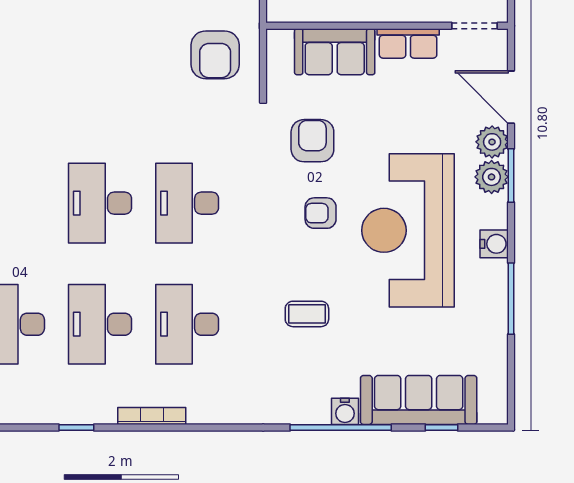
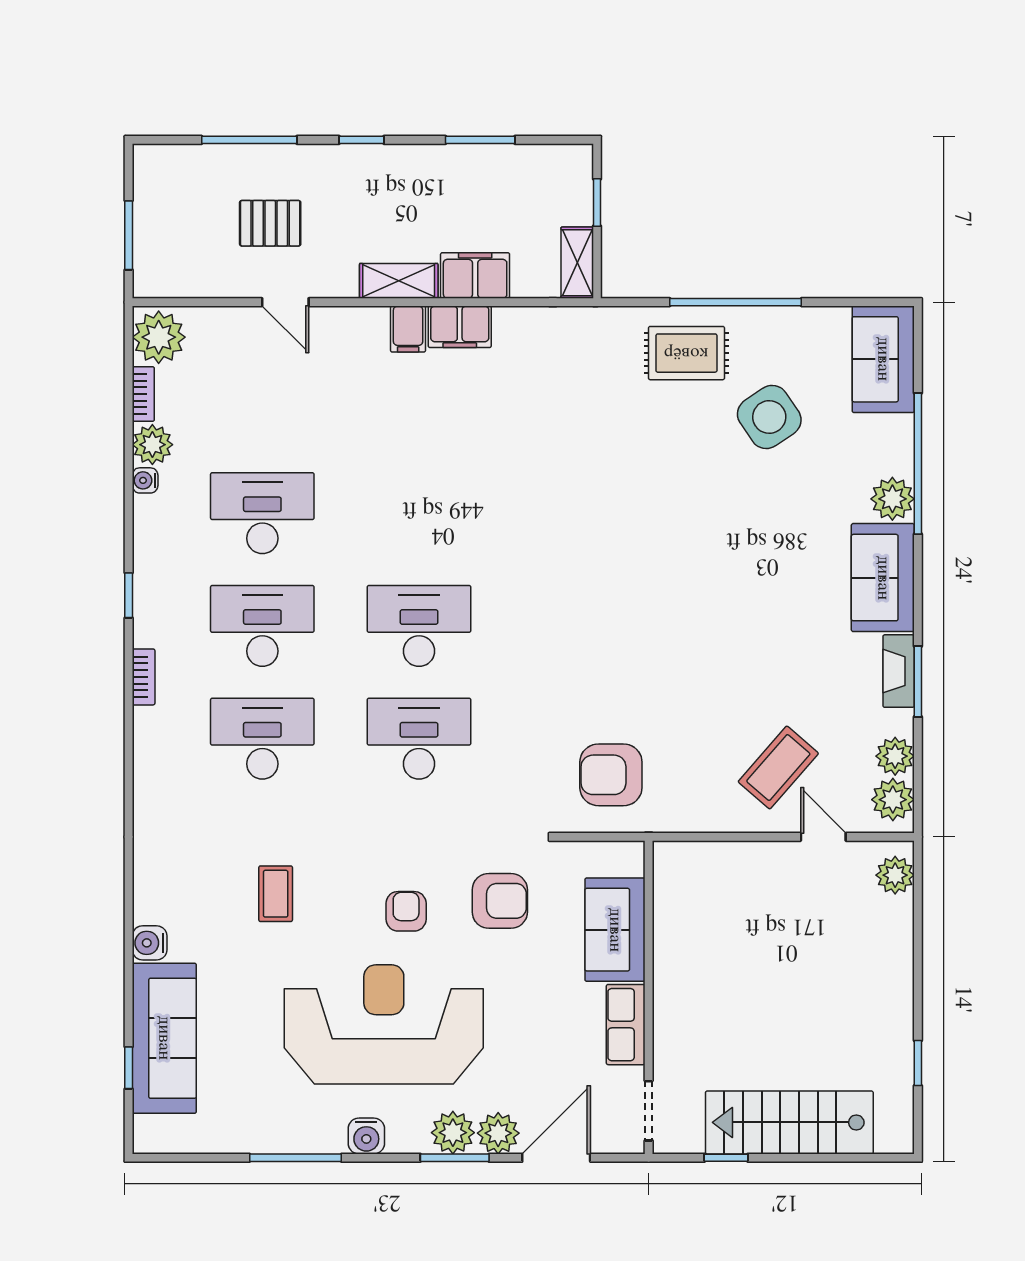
bookcase: (152, 416) -> (144, 677), width x0.64
window: (341, 428) -> (129, 937), removed

